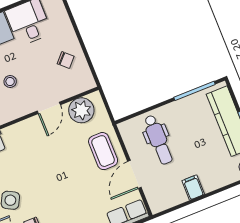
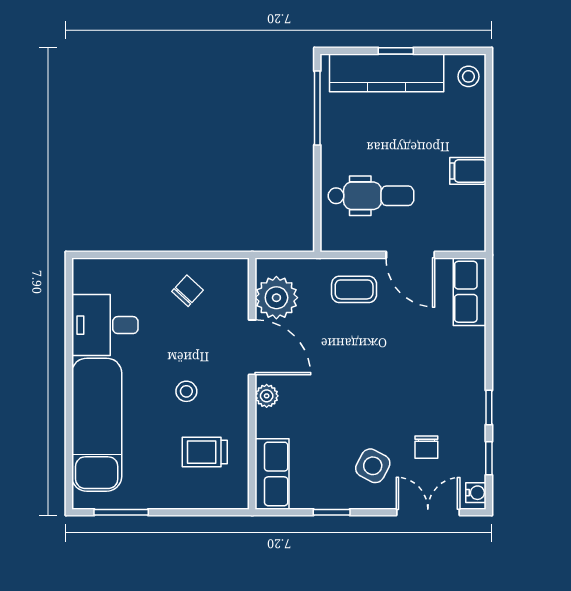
door: (49, 108) -> (252, 347), width x1.38
plant: (25, 127) -> (267, 396), added
coffee table: (103, 151) -> (354, 289), width x0.73, depth x0.77

